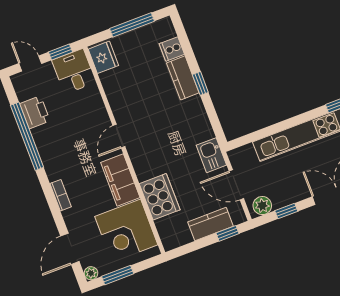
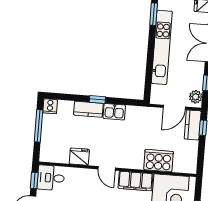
cooker: (172, 49) -> (50, 106), moved
fridge: (103, 57) -> (79, 157), moved
kitchen sink: (211, 155) -> (114, 112), moved
kitchen counter: (210, 224) -> (193, 125), moved

